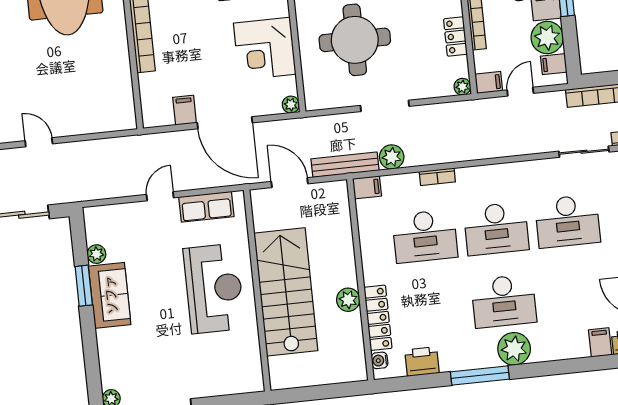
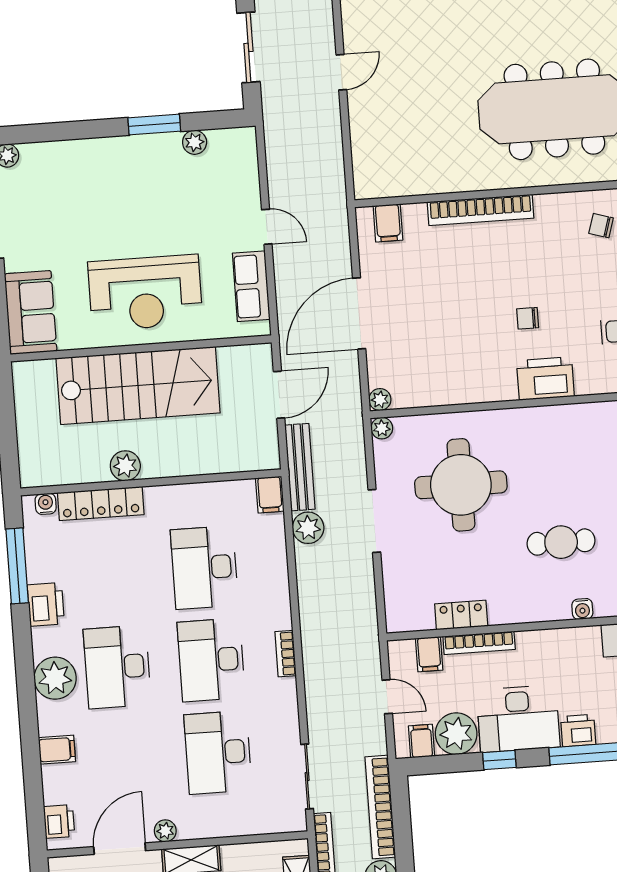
corner desk: (265, 49) -> (453, 368), removed
filing cabinet: (489, 83) -> (429, 654), moved
plant: (462, 87) -> (382, 428), moved
filing cabinet: (185, 110) -> (388, 223), moved, turned 90
bookcase: (437, 177) -> (286, 654), moved
sofa: (110, 295) -> (31, 312), moved, turned -90
filing cabinet: (600, 342) -> (57, 750), moved
printer: (422, 361) -> (46, 604), moved
window: (480, 375) -> (17, 566), moved

